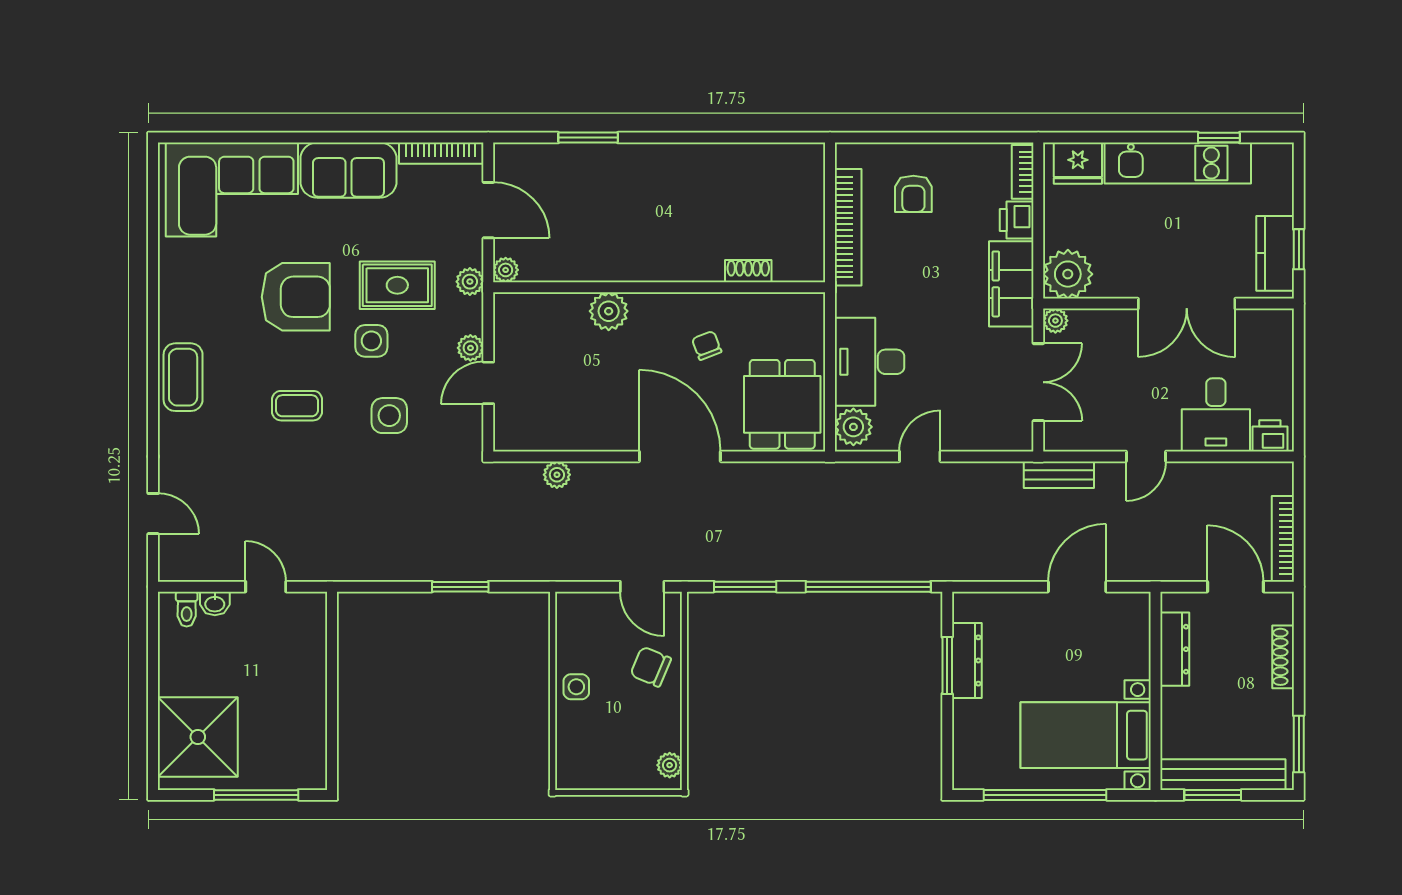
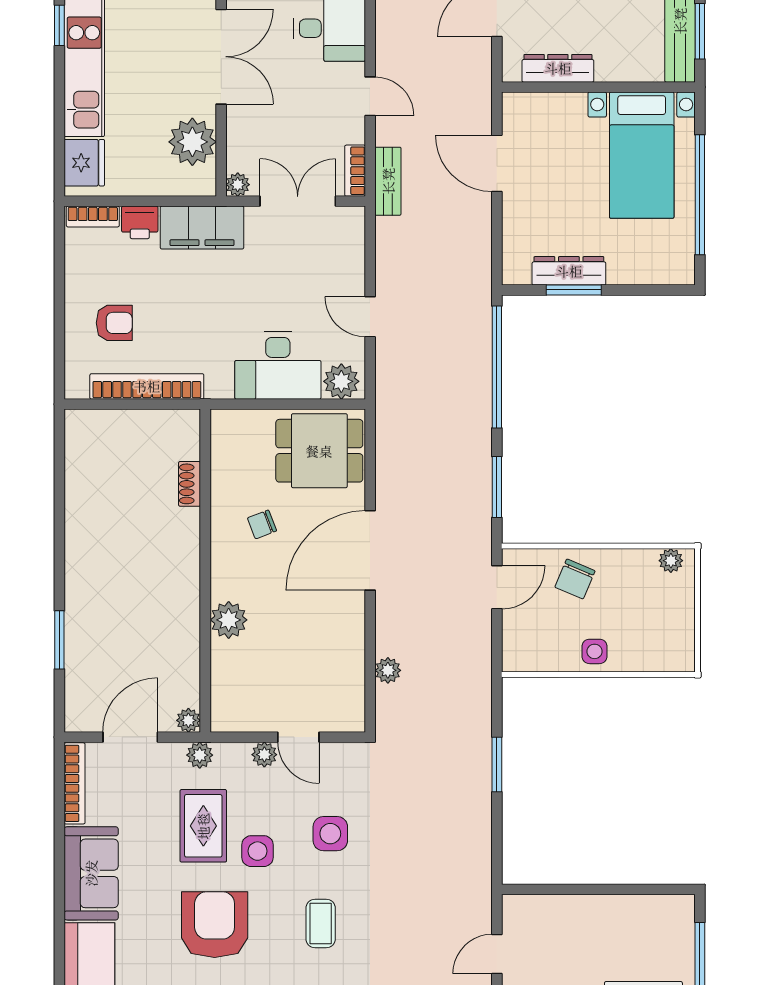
plant: (1068, 274) -> (192, 142), moved
bookcase: (1070, 441) -> (355, 171), added

